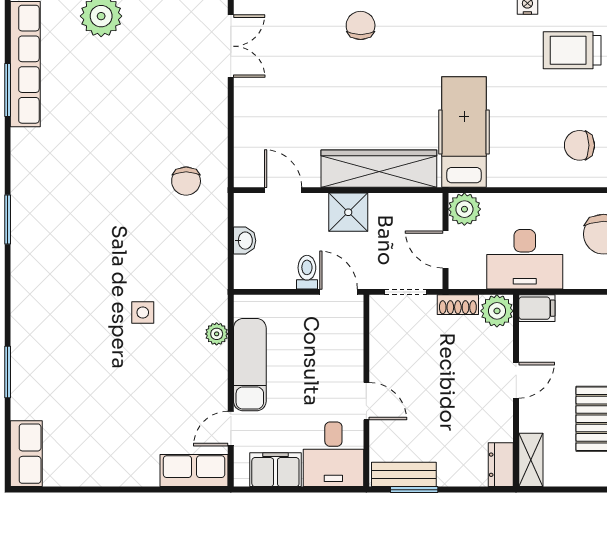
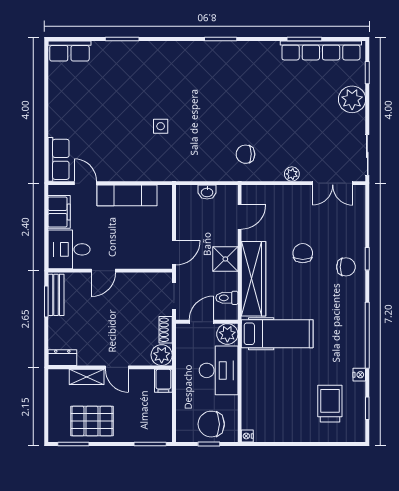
chair: (579, 145) -> (303, 253), moved
desk: (525, 259) -> (219, 370), moved, turned 180
toilet: (307, 272) -> (227, 298), moved, turned 180
plant: (217, 334) -> (292, 174), moved
shelving: (531, 460) -> (87, 377), moved

